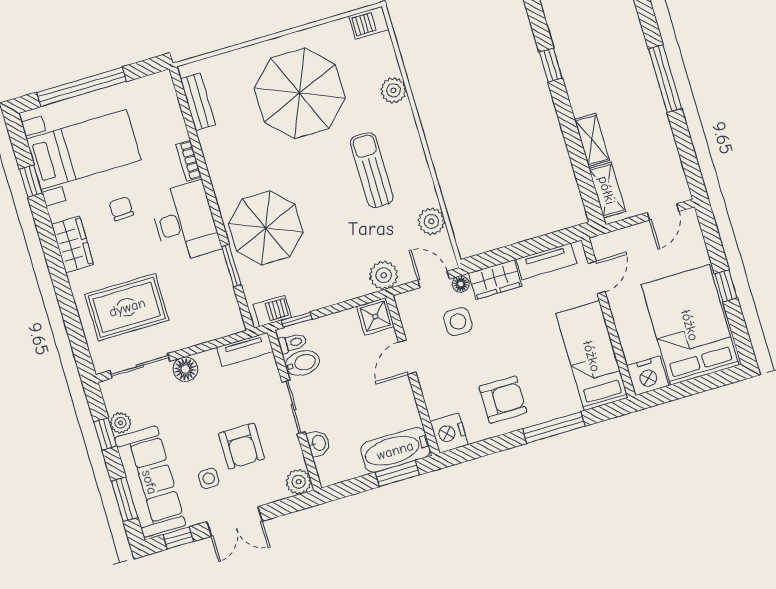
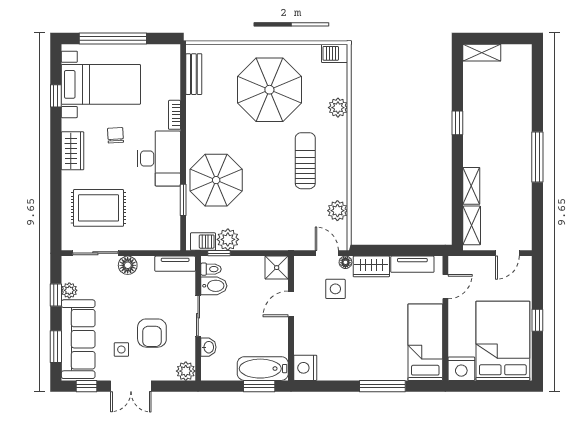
plant: (384, 275) -> (228, 239), moved
armchair: (503, 400) -> (351, 355), removed

